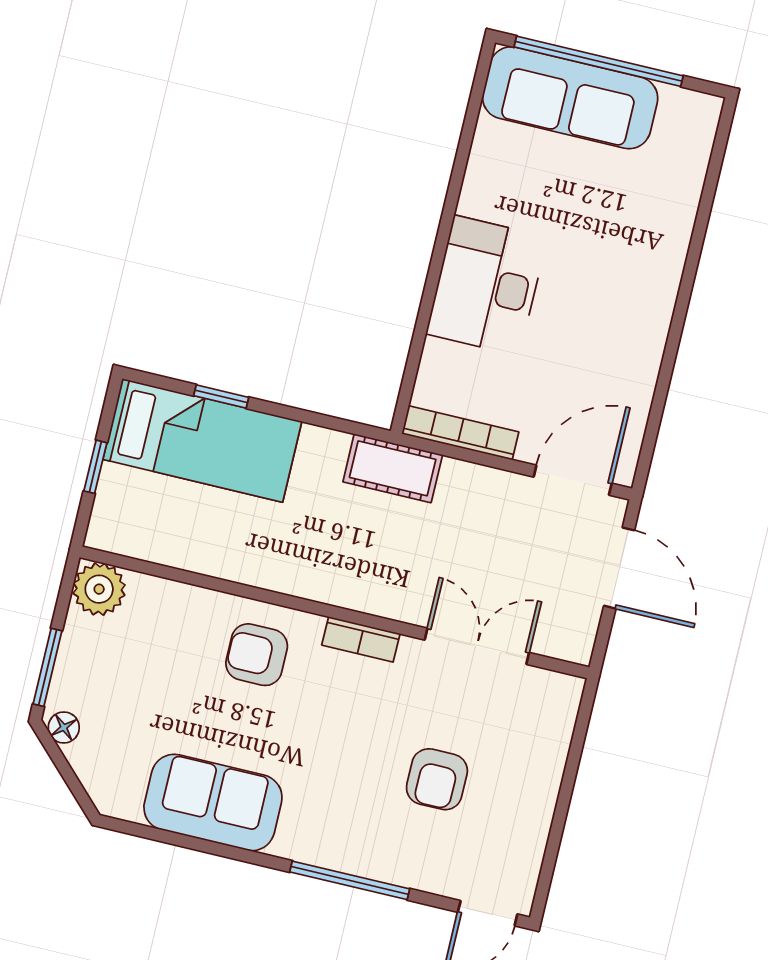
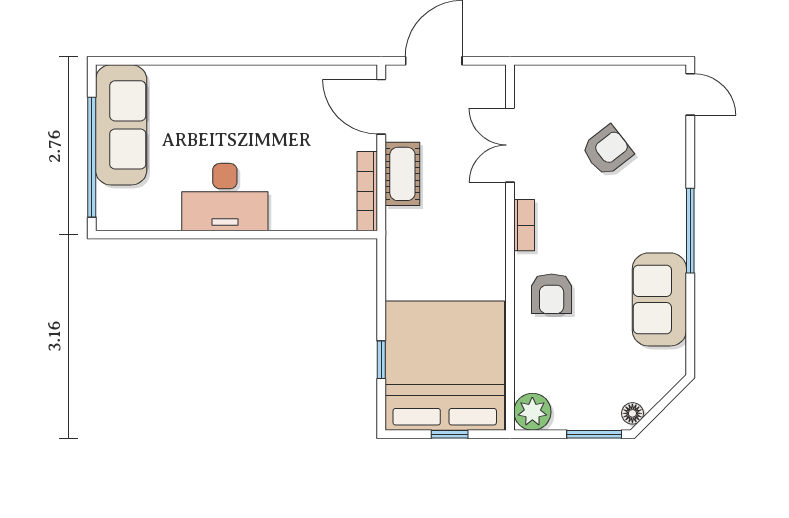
sofa: (570, 98) -> (121, 125), moved
desk: (487, 285) -> (225, 197), moved
bed: (202, 440) -> (445, 366), width x2.04
cot: (393, 468) -> (402, 174), moved
armchair: (437, 779) -> (607, 151), turned -38
window: (350, 880) -> (690, 231), moved

